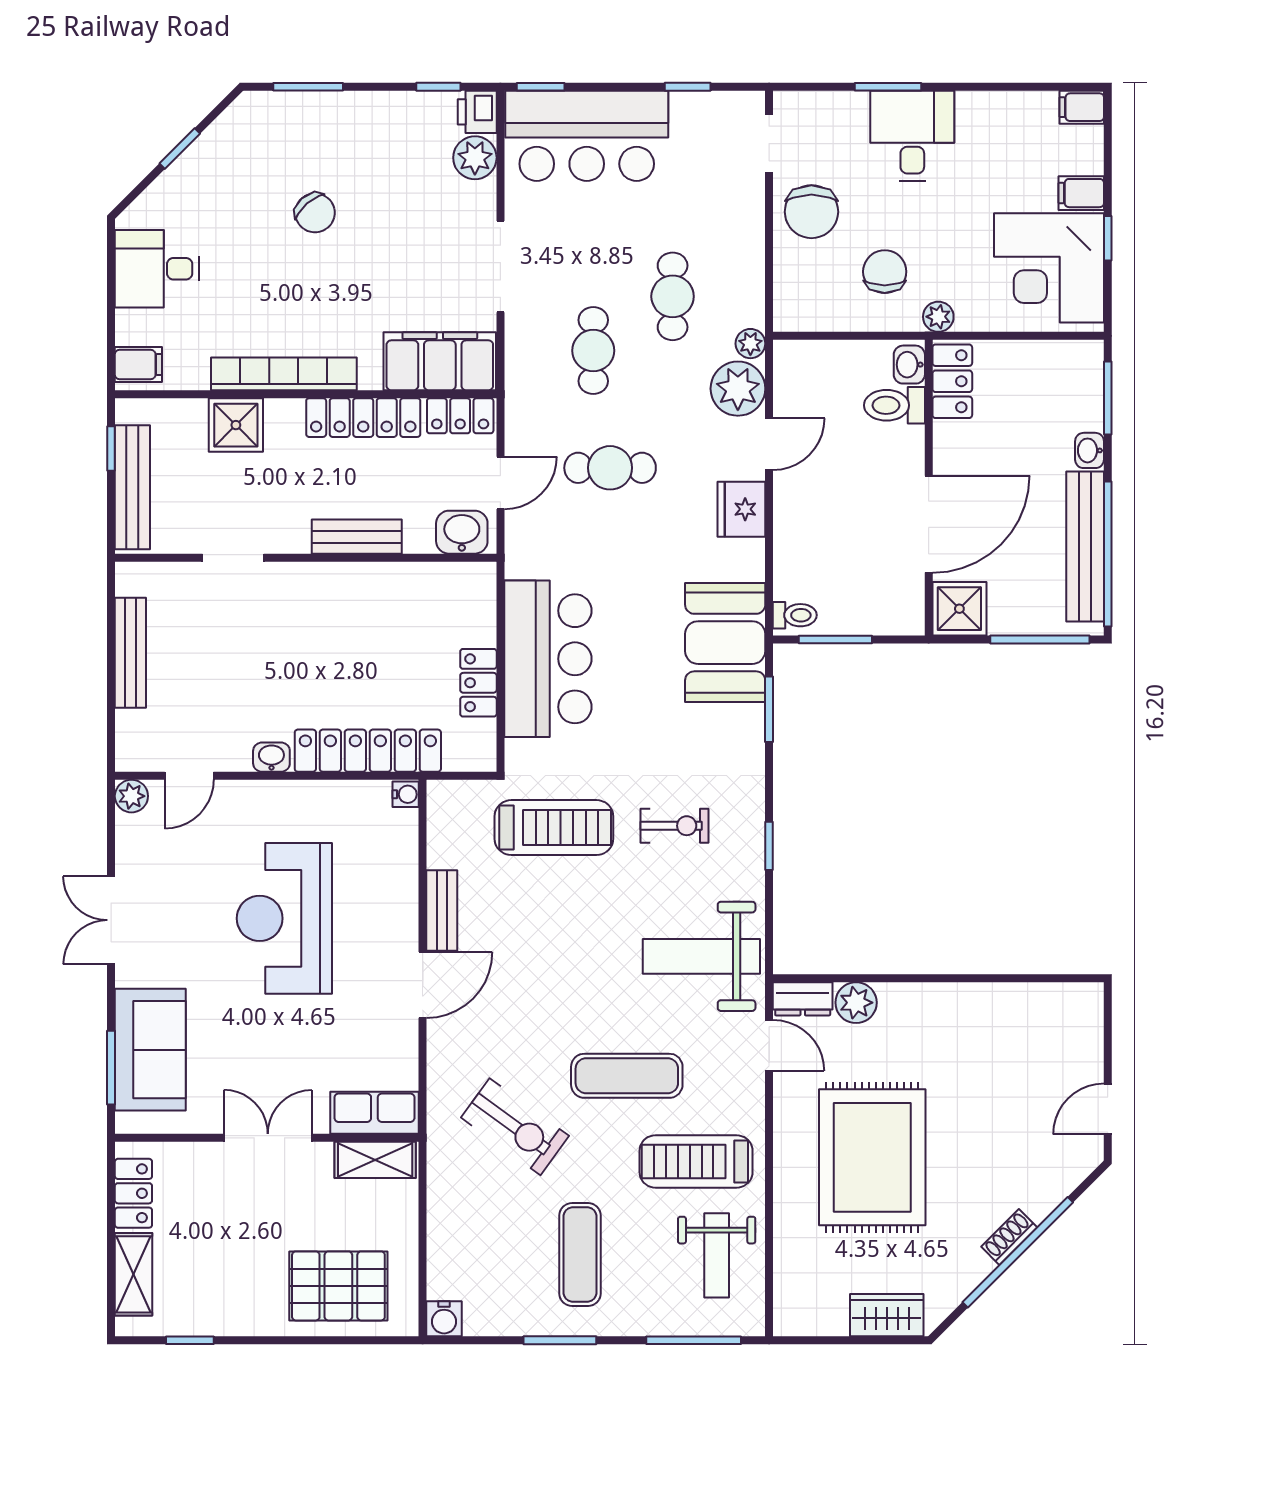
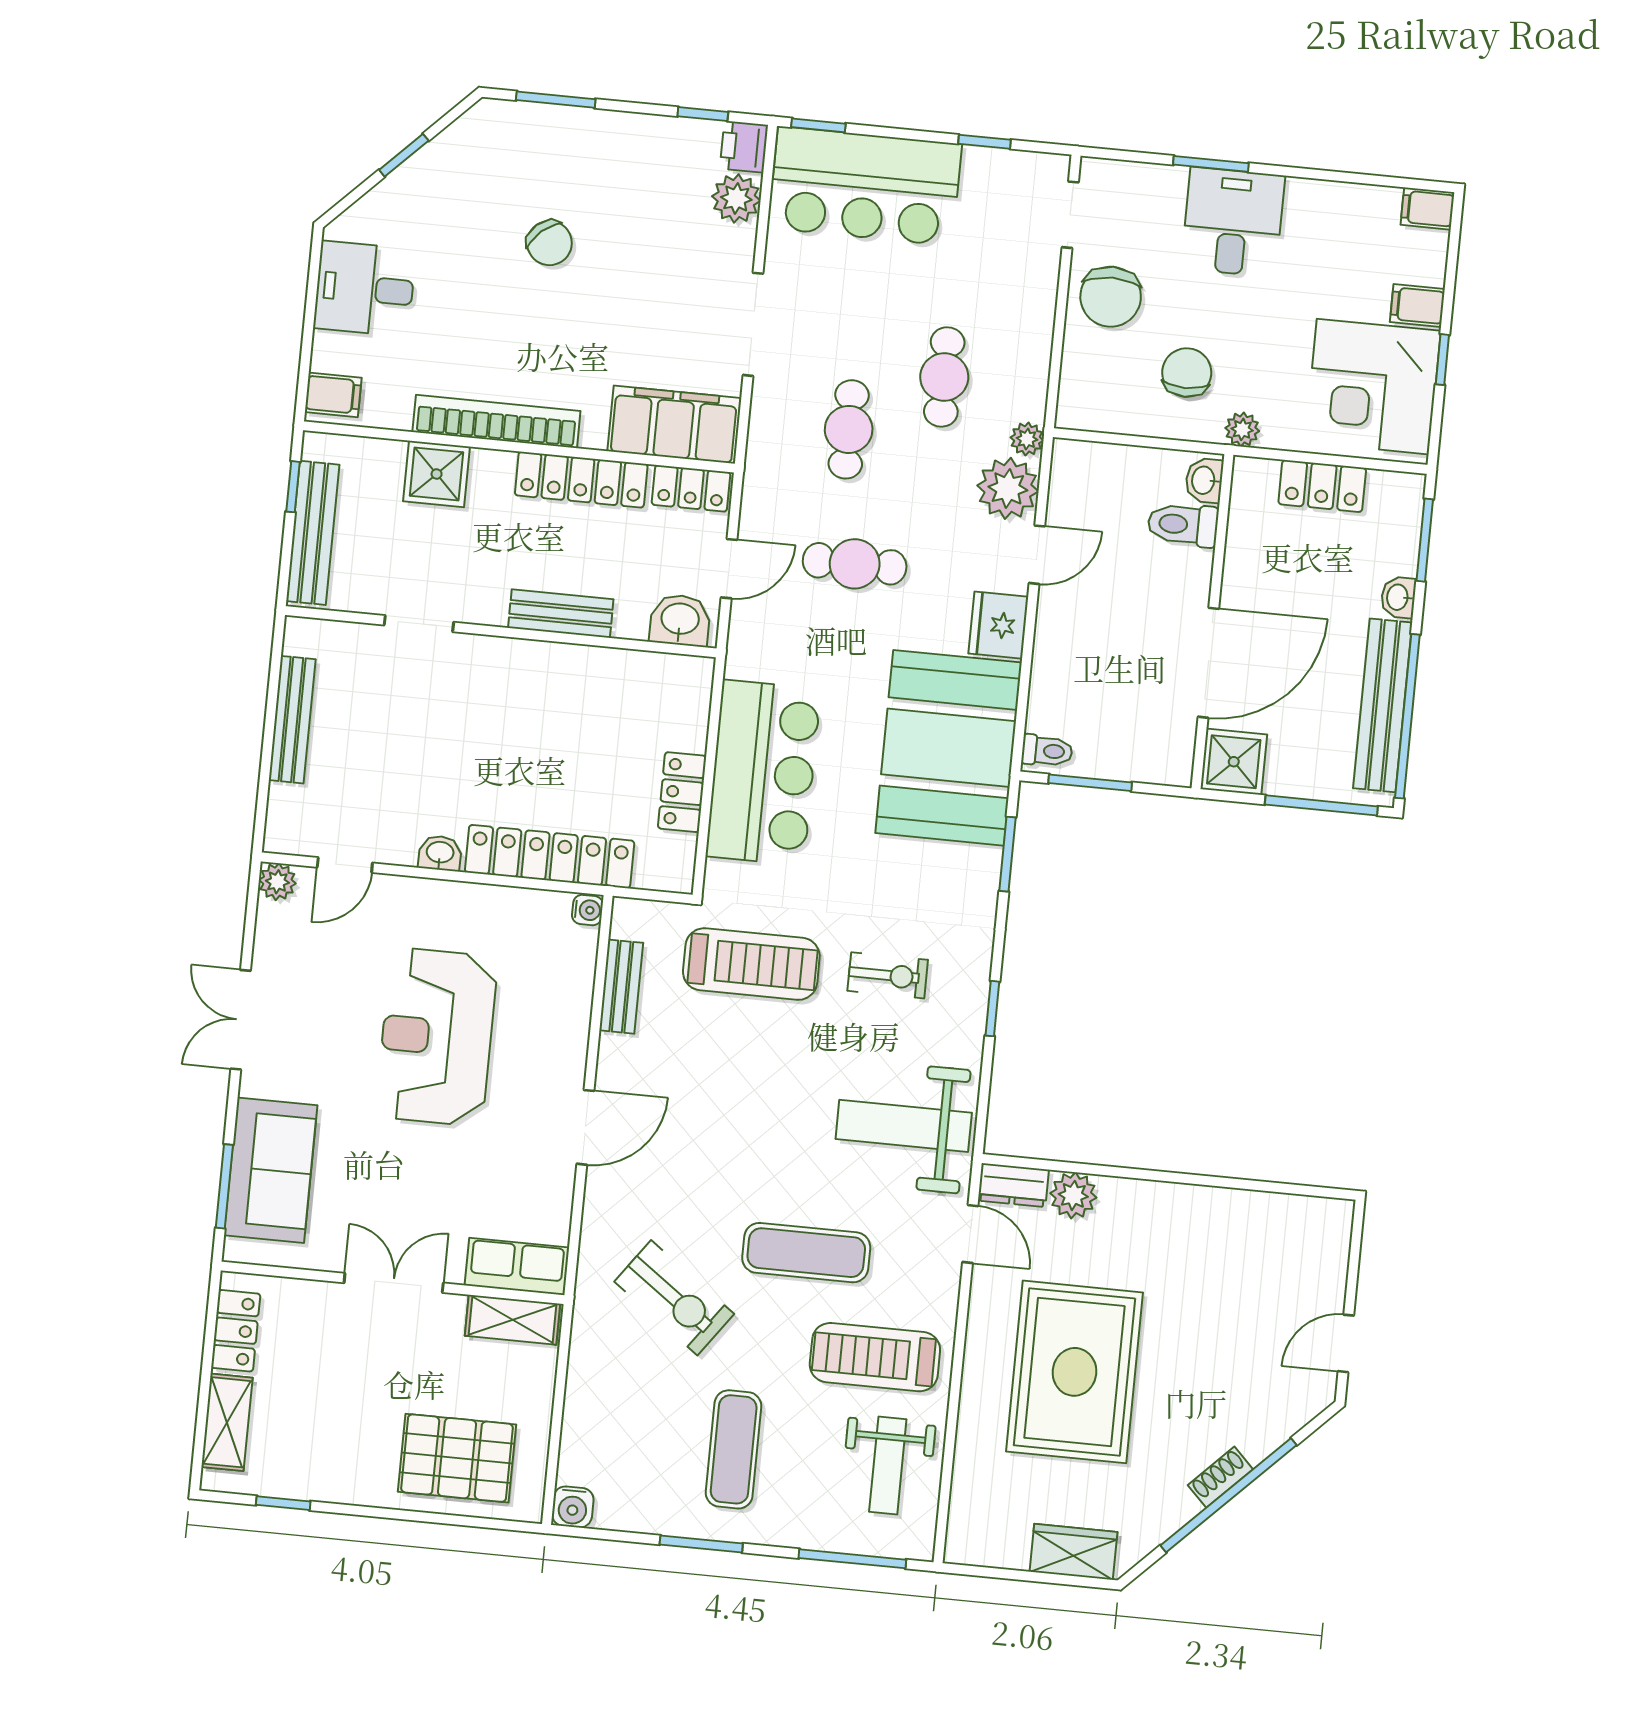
locker: (952, 381) -> (1322, 486), moved, turned 90
booth: (725, 643) -> (949, 748), width x1.36, depth x1.42
bench: (442, 910) -> (621, 987), moved

